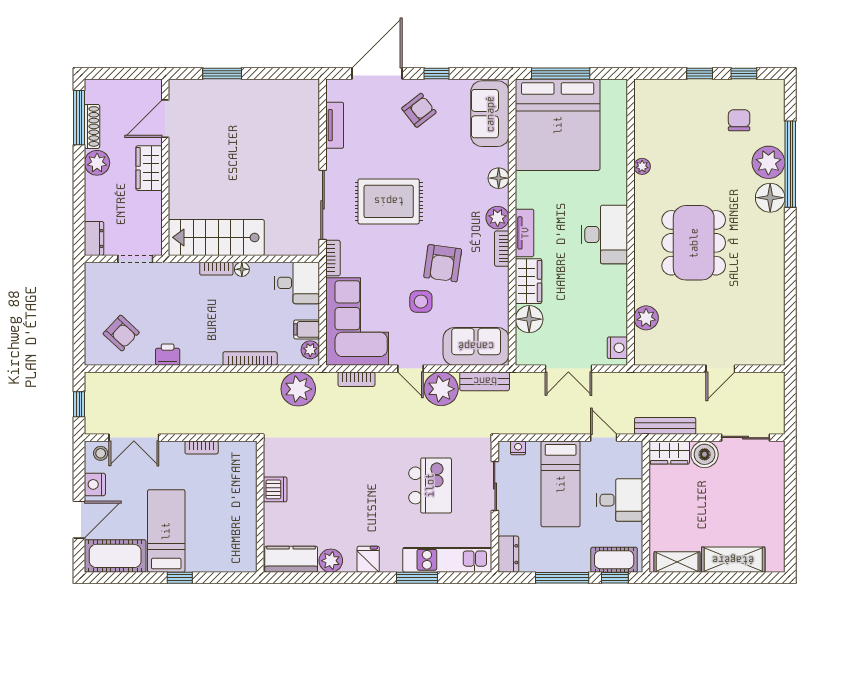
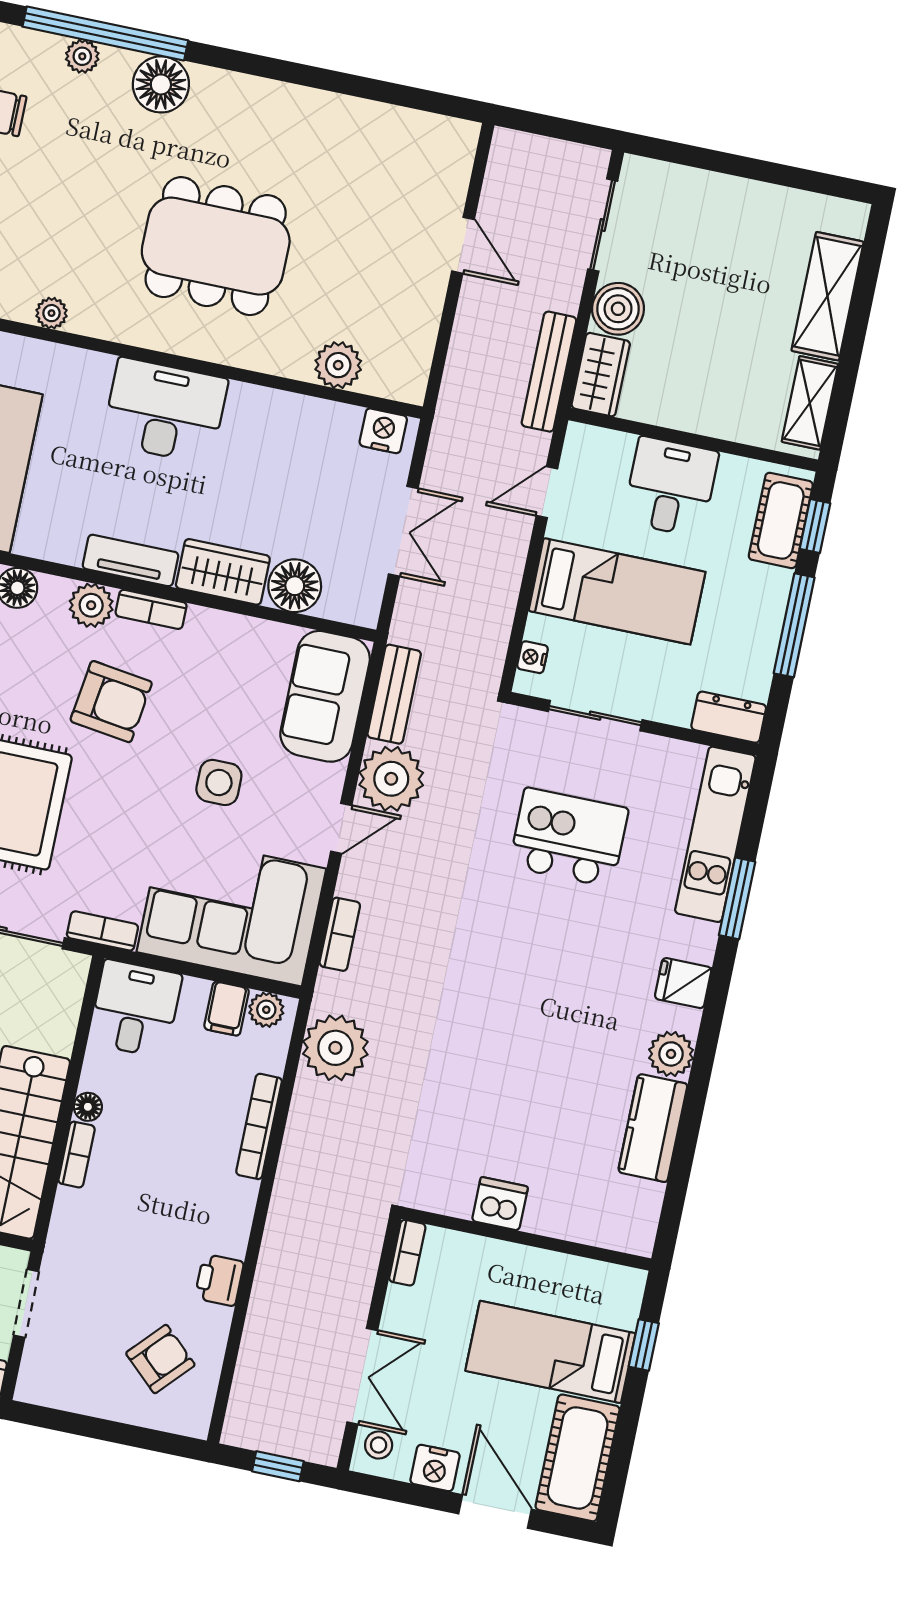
plant: (768, 162) -> (82, 56), width x0.53, depth x0.53
armchair: (443, 263) -> (111, 702), moved
dishwasher: (275, 489) -> (500, 1204), moved
wall: (260, 507) -> (526, 1239), moved

